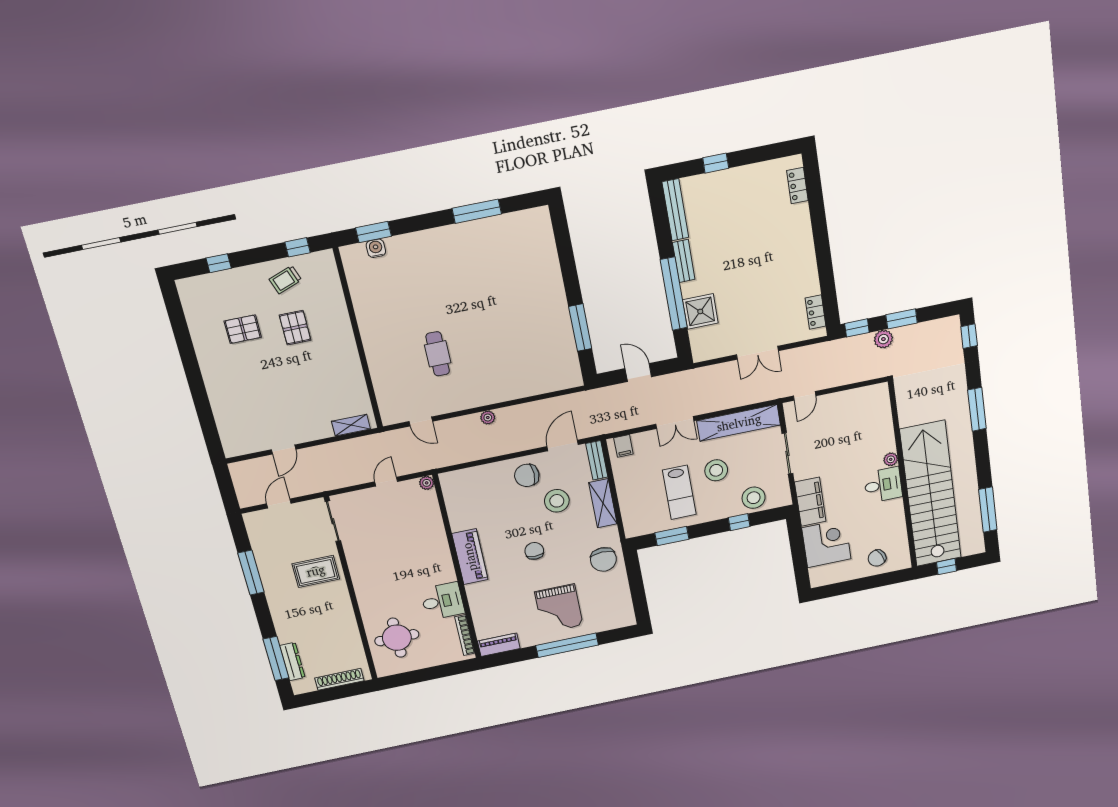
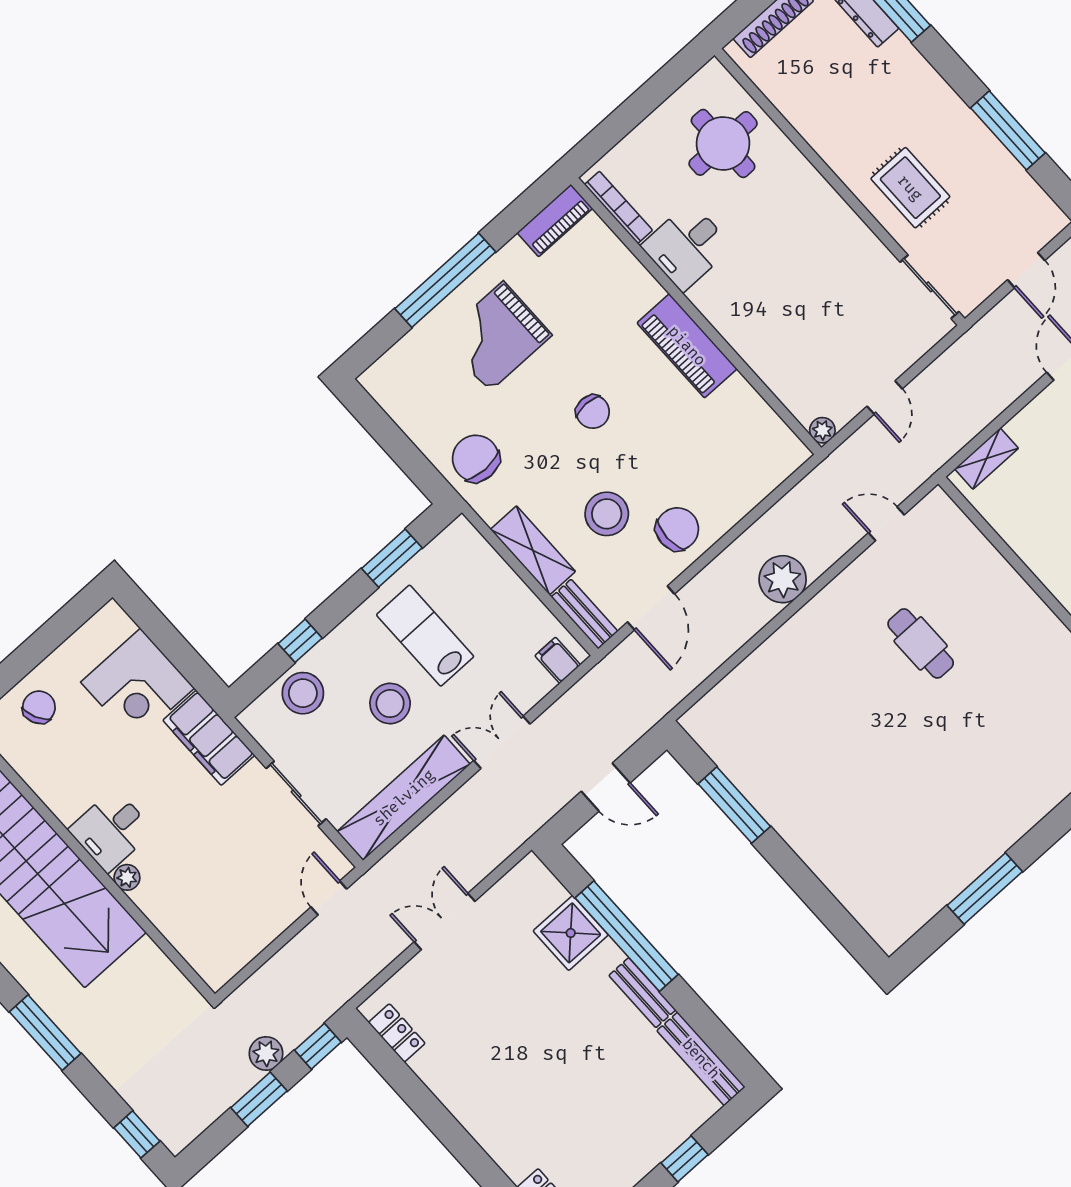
plant: (488, 418) -> (783, 579), width x1.87, depth x1.87
rug: (316, 571) -> (910, 188), turned 90
grand piano: (559, 608) -> (496, 336), turned -90

